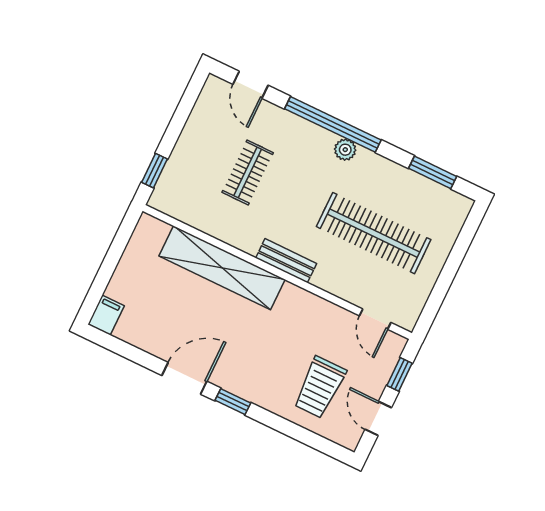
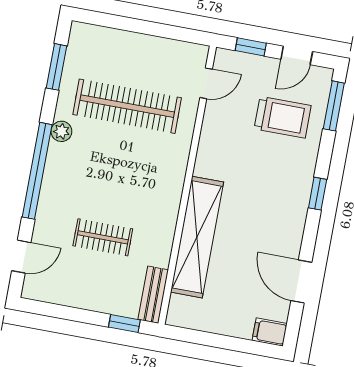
plant: (345, 150) -> (61, 131), moved
clothes rail: (374, 233) -> (127, 106), turned 90
bench: (286, 261) -> (153, 295), moved
door: (184, 378) -> (301, 281), moved
window: (317, 442) -> (334, 106), added

